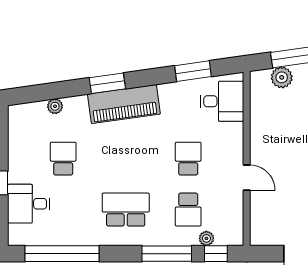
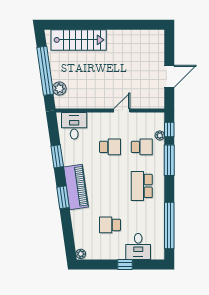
window: (193, 71) -> (57, 156), moved
plant: (55, 106) -> (81, 254), moved
school desk: (188, 159) -> (110, 147), turned 180

